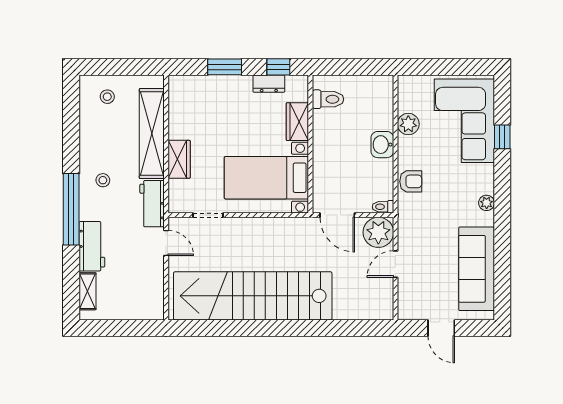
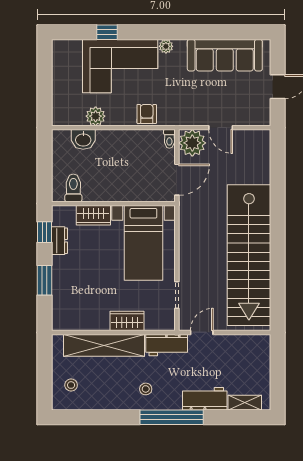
corner sofa: (464, 121) -> (120, 66), moved
washbasin: (382, 145) -> (83, 139), moved

